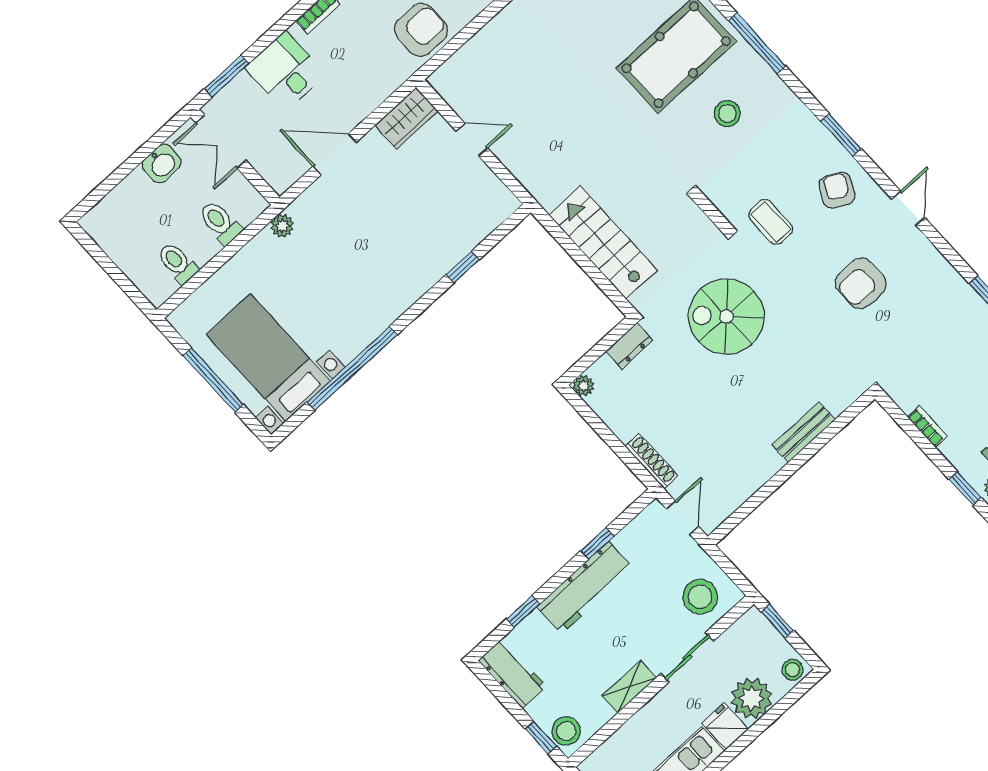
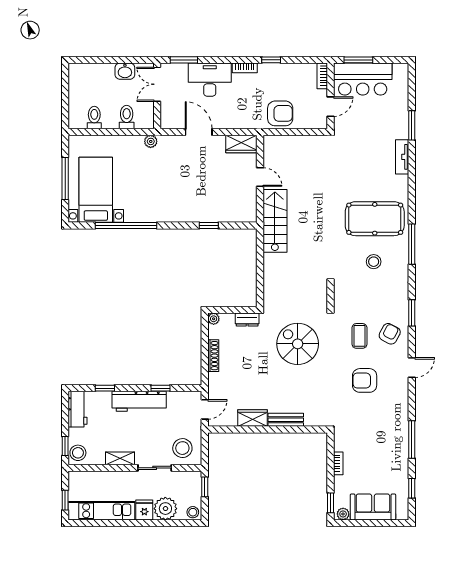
desk: (285, 71) -> (210, 80), width x1.37
coffee table: (771, 222) -> (359, 336), moved
stairs: (603, 243) -> (275, 221), moved
shoe rack: (652, 461) -> (213, 356), moved
wardrobe: (757, 471) -> (252, 418), added

